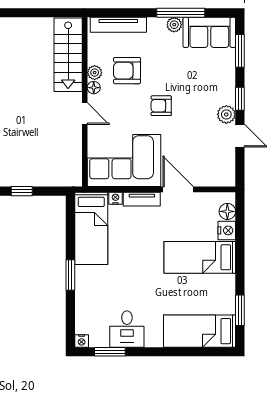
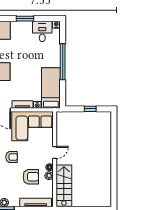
door: (85, 114) -> (55, 153), swing flipped
window: (70, 275) -> (63, 62), width x2.11
desk: (127, 329) -> (42, 31), moved
window: (110, 352) -> (25, 19), moved

